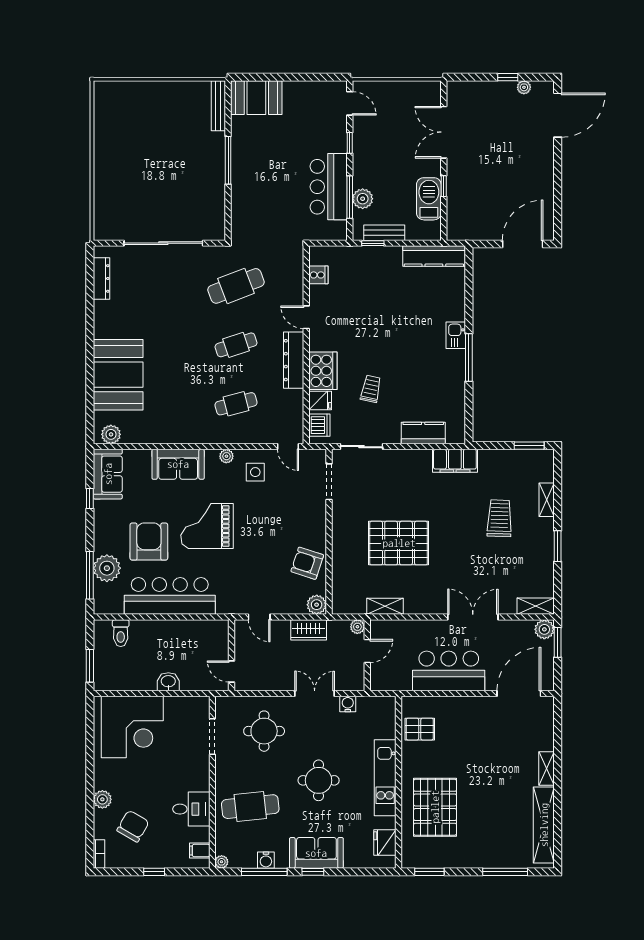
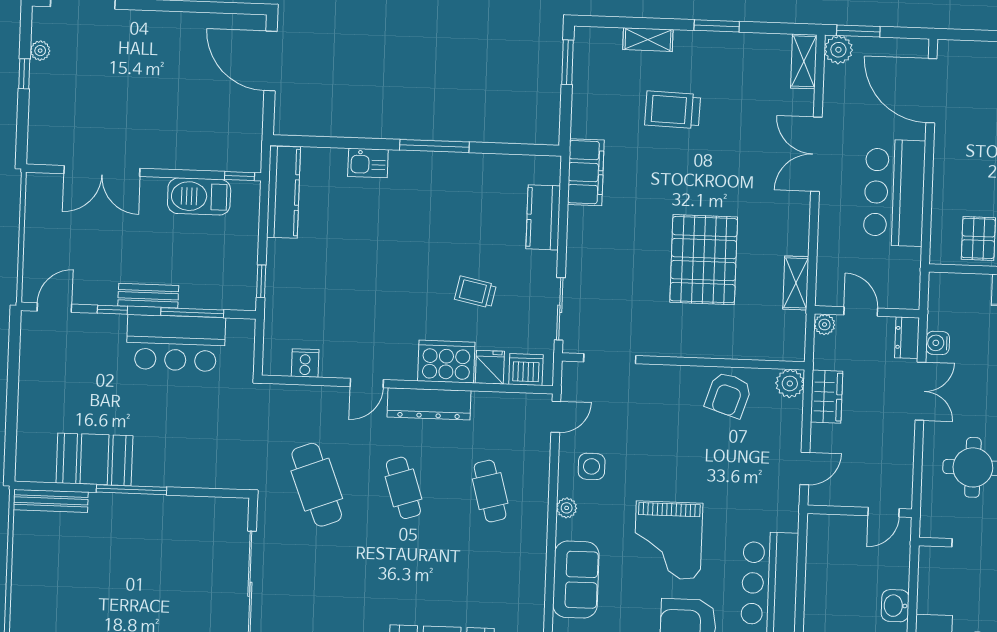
booth: (256, 98) -> (94, 459), moved, turned 90
window: (444, 186) -> (240, 176), moved
plant: (363, 199) -> (195, 294), removed
bench: (384, 233) -> (148, 296), moved, turned 90
kitchen sink: (456, 335) -> (368, 163), moved
dresser: (351, 683) -> (907, 338), added
double door: (315, 694) -> (920, 391), swing flipped

